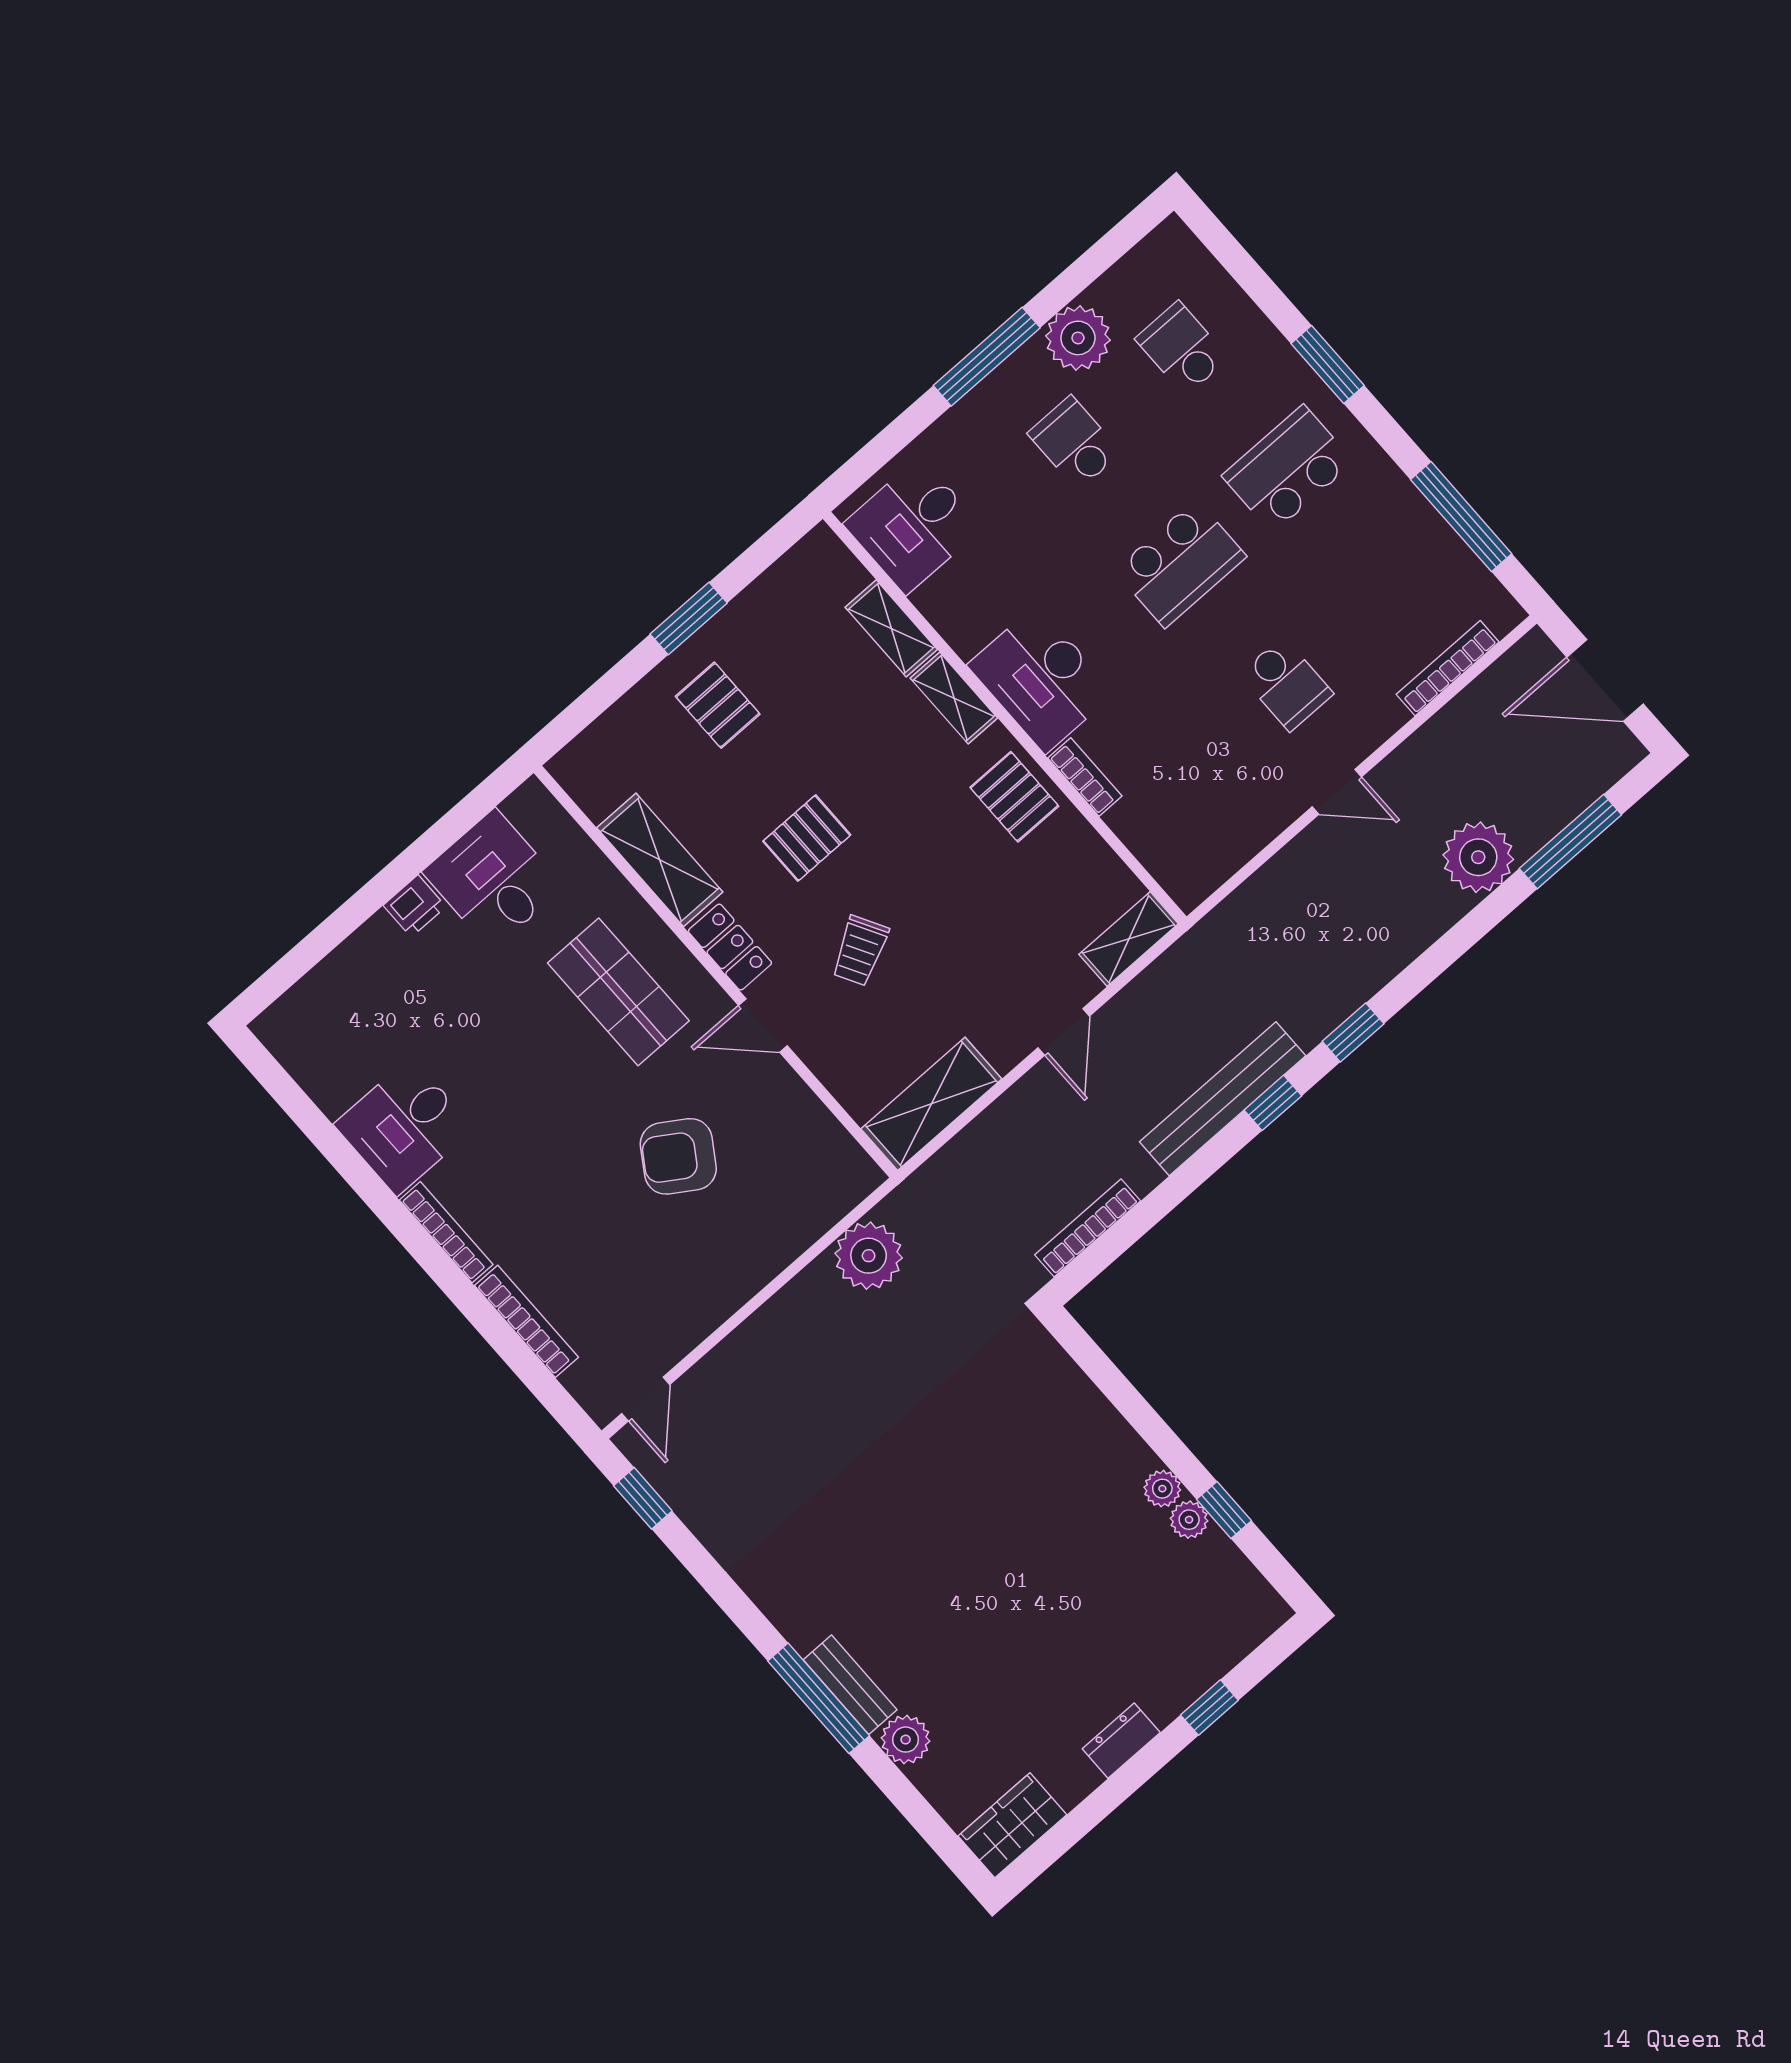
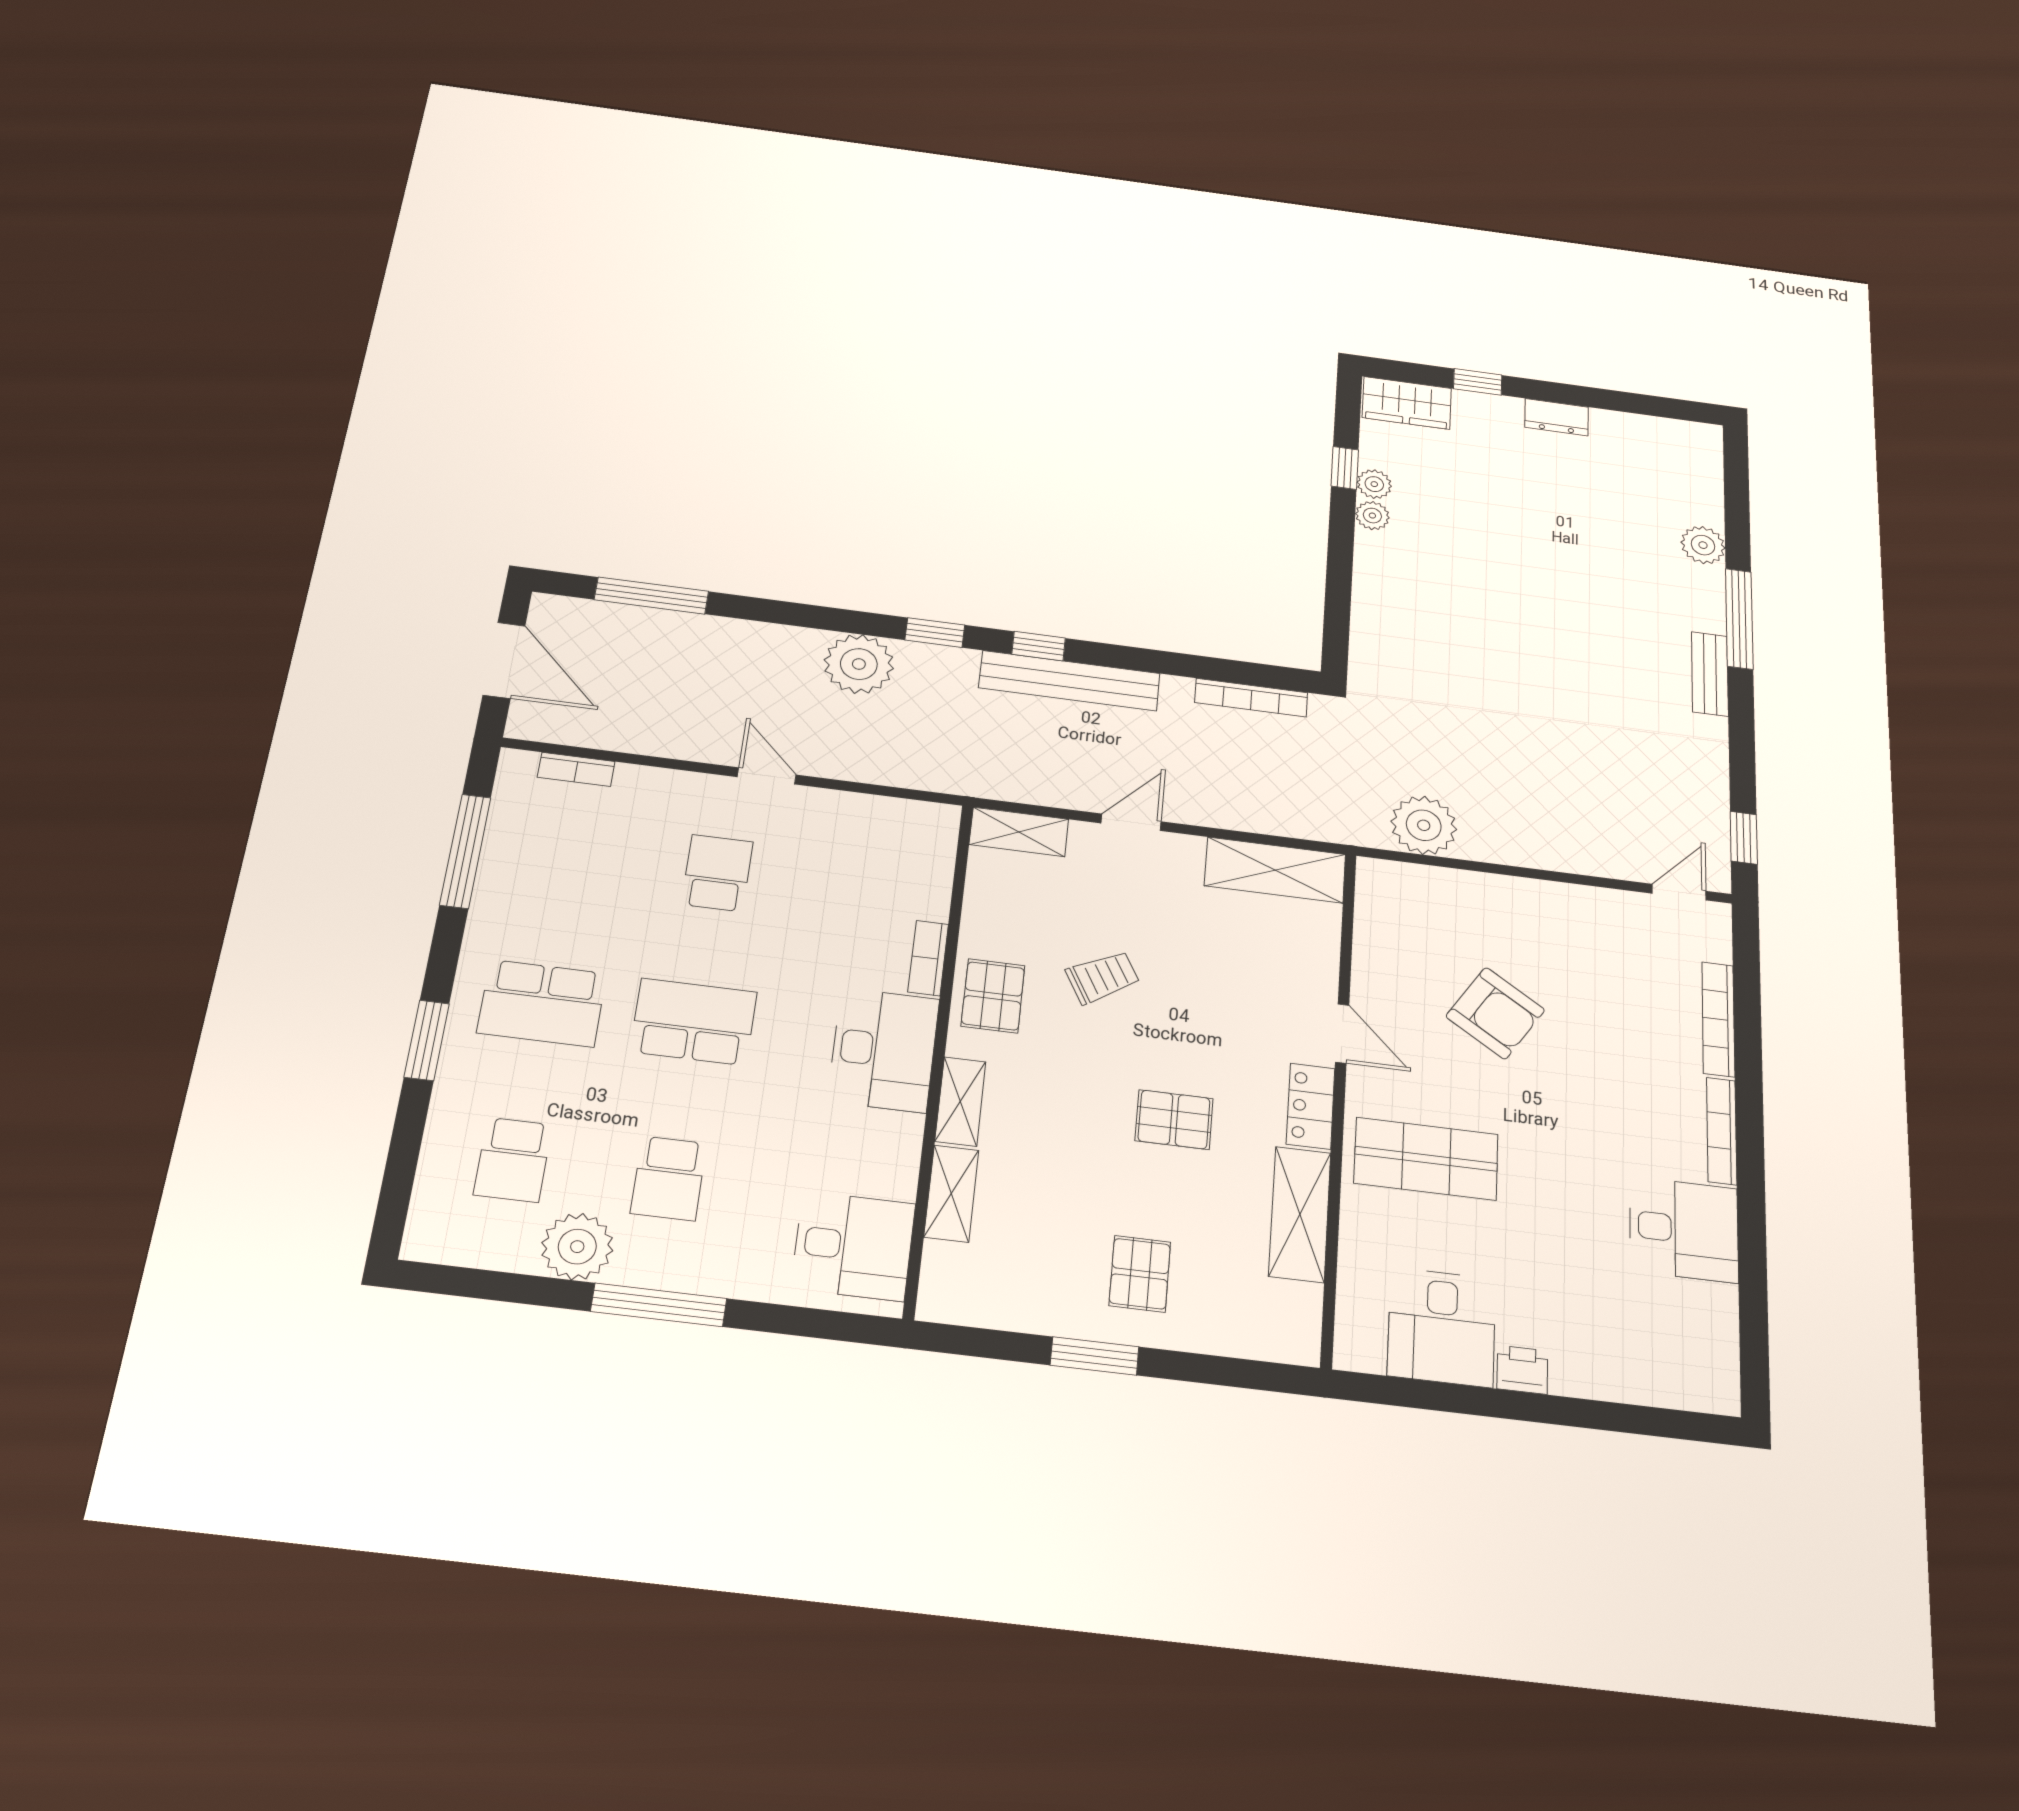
bookcase: (1448, 668) -> (576, 769), width x0.64
plant: (1478, 857) -> (859, 664), moved
trolley: (860, 951) -> (1103, 977), moved
shop shelf: (618, 992) -> (1426, 1159), turned 90
bench: (850, 1685) -> (1710, 674), moved
wardrobe: (1012, 1825) -> (1407, 403), moved

